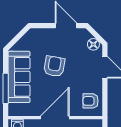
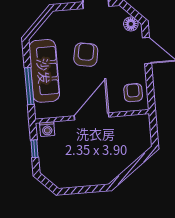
armchair: (91, 101) -> (133, 93), turned 90

